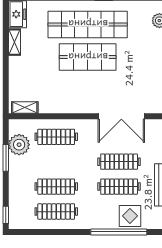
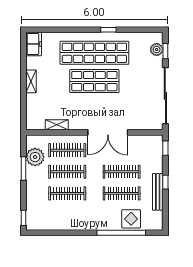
shelving: (15, 42) -> (31, 81), moved
shelving: (25, 108) -> (57, 125), moved
double door: (121, 116) -> (108, 132), moved
clothes rail: (56, 212) -> (67, 172), moved

